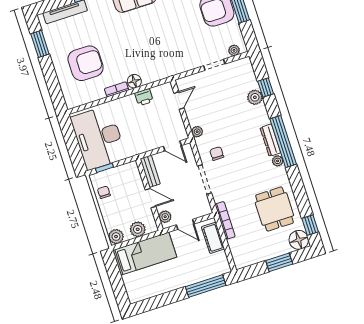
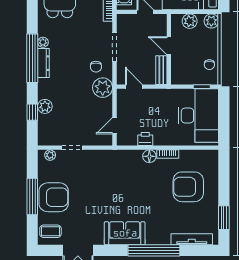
plant: (197, 132) -> (103, 88), width x1.88, depth x1.88
plant: (165, 217) -> (161, 25), removed

